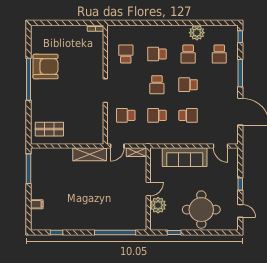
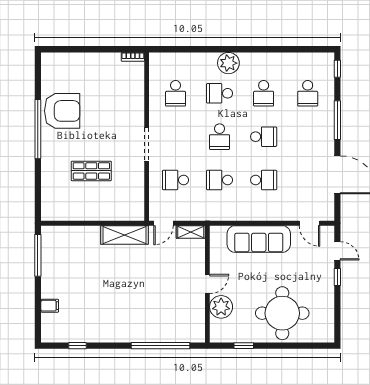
plant: (197, 33) -> (228, 63), moved
school desk: (126, 54) -> (176, 93), turned 180
school desk: (188, 85) -> (264, 137), turned 180
shop shelf: (49, 129) -> (91, 171), moved
door: (240, 211) -> (337, 251), moved

